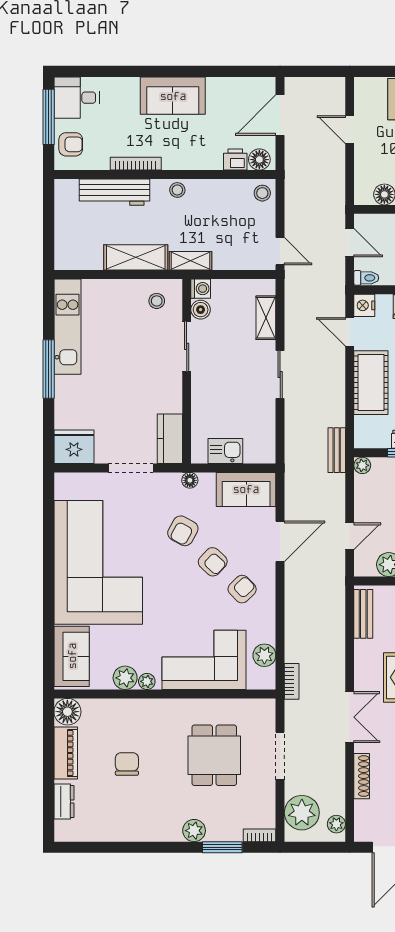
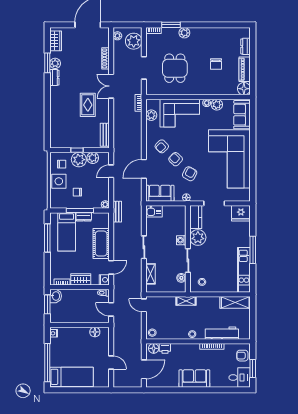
window: (49, 117) -> (253, 368), width x0.69
shelving: (136, 257) -> (235, 302), moved
washing machine: (201, 289) -> (181, 240), moved
door: (350, 332) -> (111, 267), hinge flipped
plant: (165, 395) -> (198, 237), added
kitchen sink: (225, 451) -> (154, 211), moved

